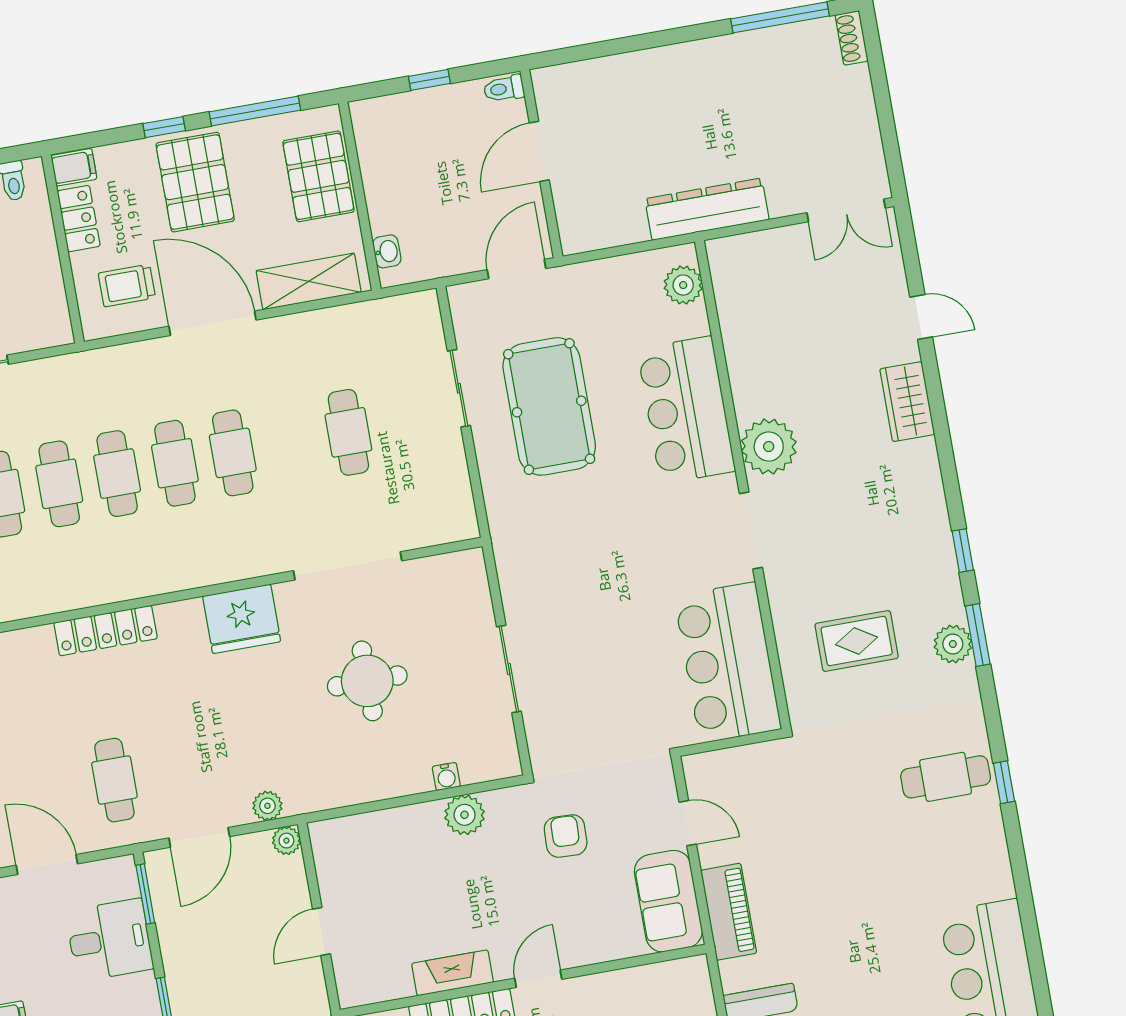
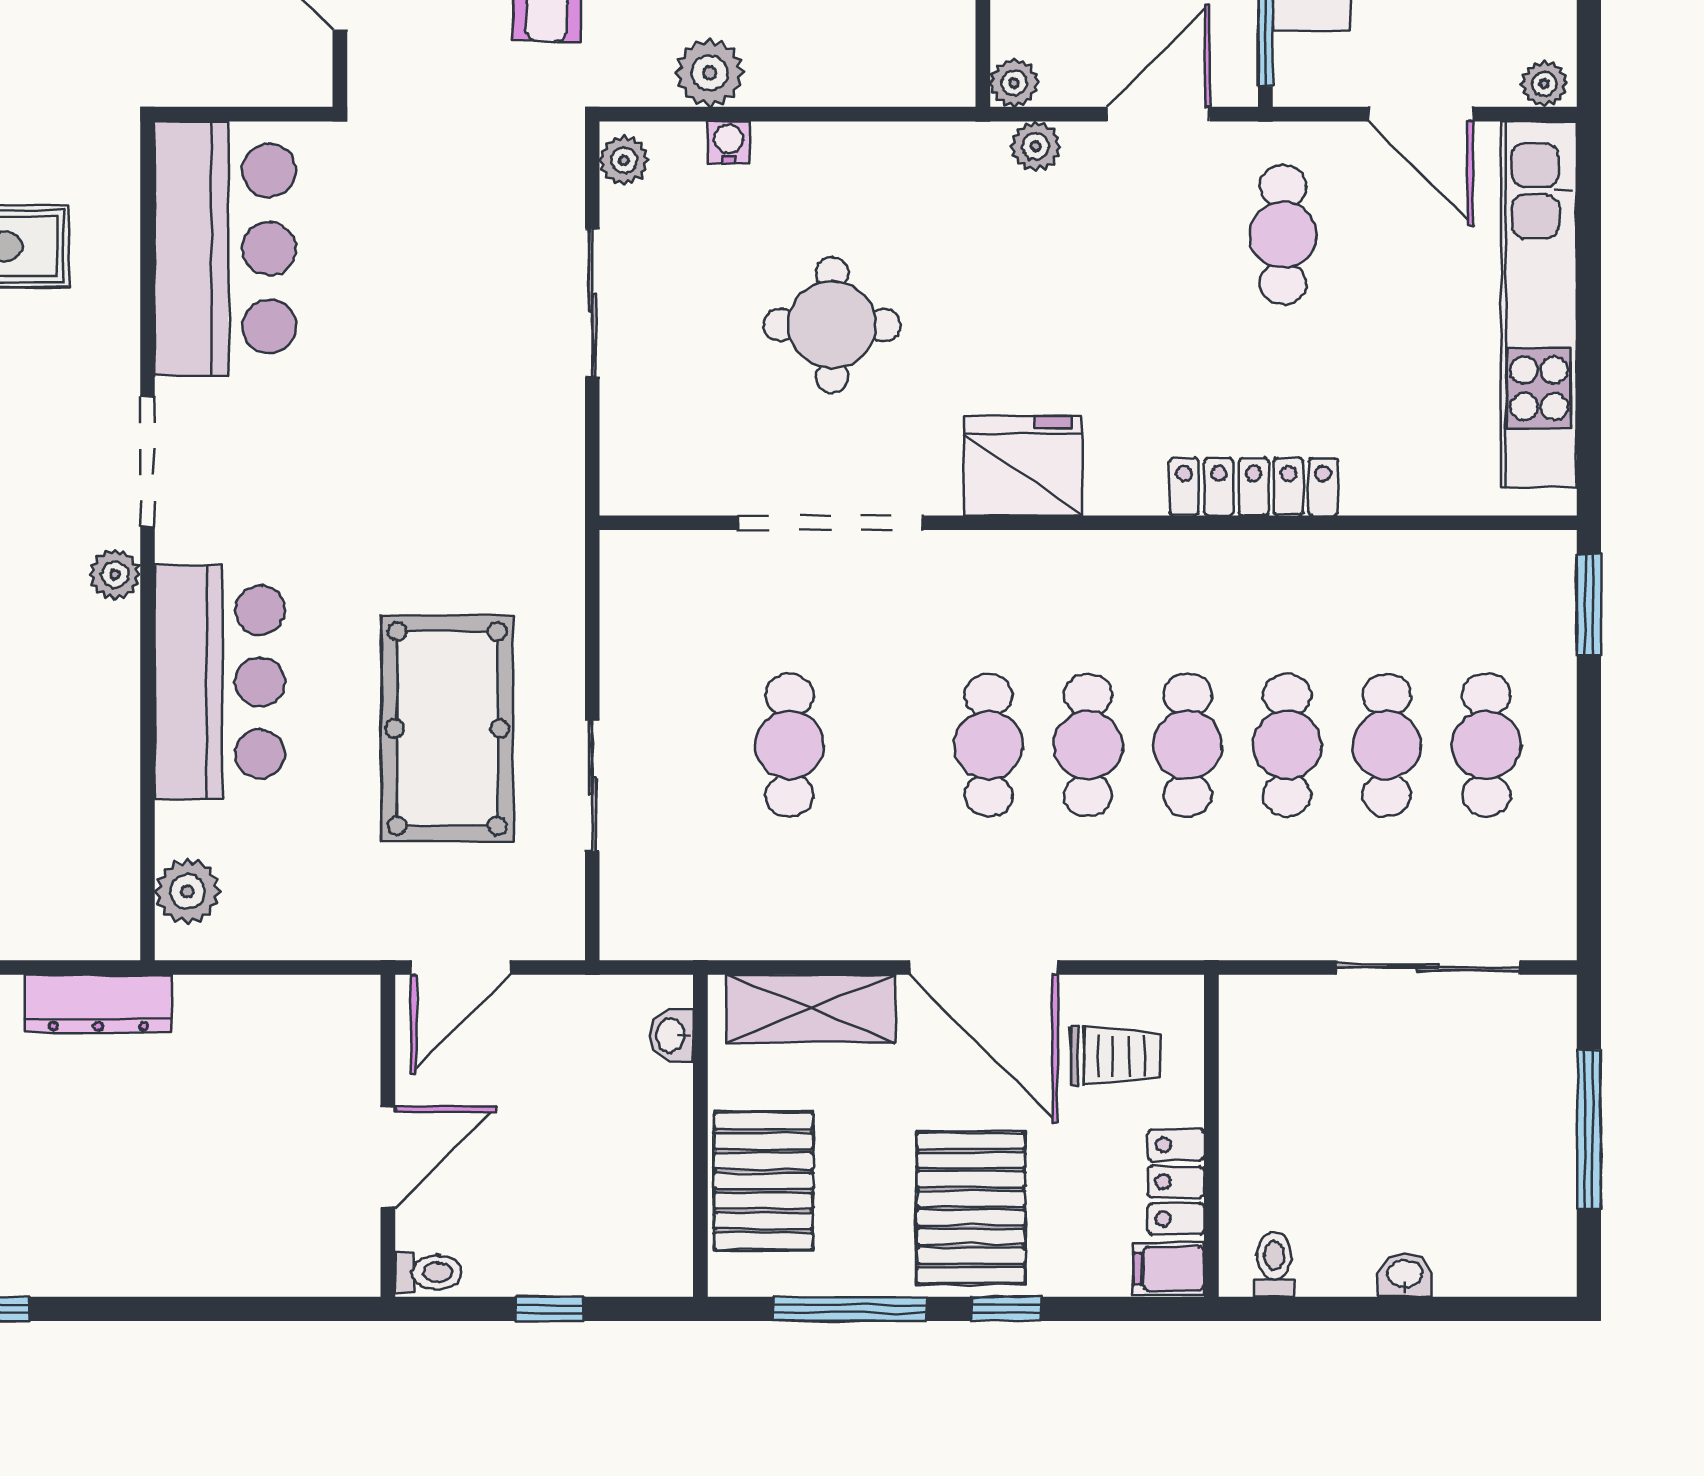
dresser: (707, 209) -> (98, 1004), width x0.73, depth x0.80
plant: (769, 447) -> (115, 575), width x0.53, depth x0.53
plant: (505, 755) -> (624, 160), added

